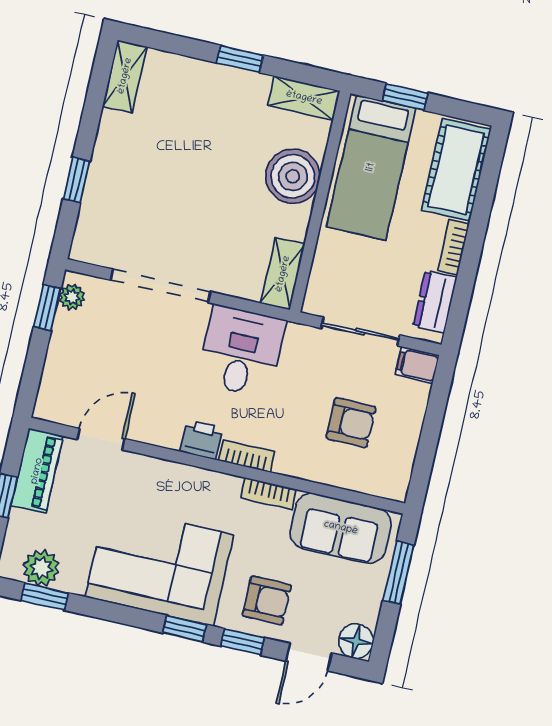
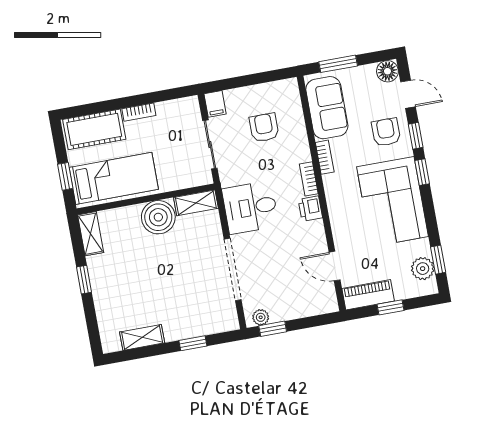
shelving: (125, 76) -> (142, 337), moved
boiler: (293, 176) -> (158, 217), moved
dresser: (435, 302) -> (175, 109), removed

